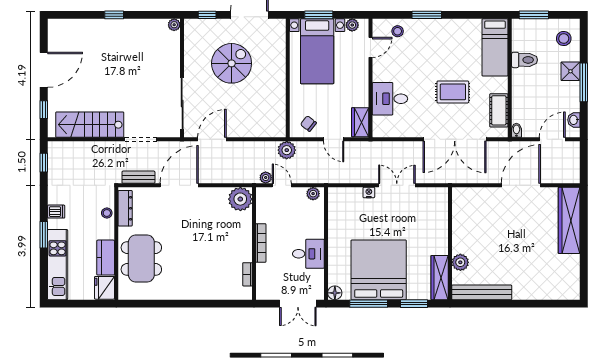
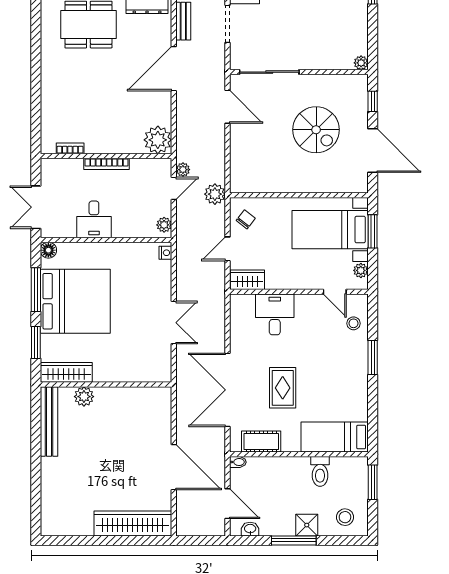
door: (179, 185) -> (174, 69), swing flipped
nightstand: (369, 192) -> (165, 253), moved

